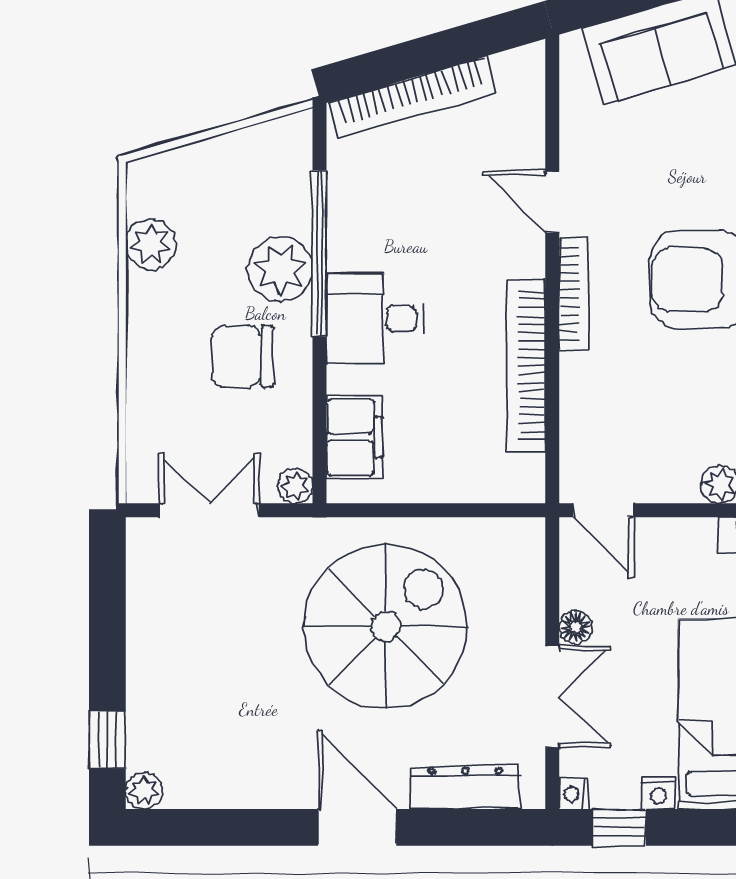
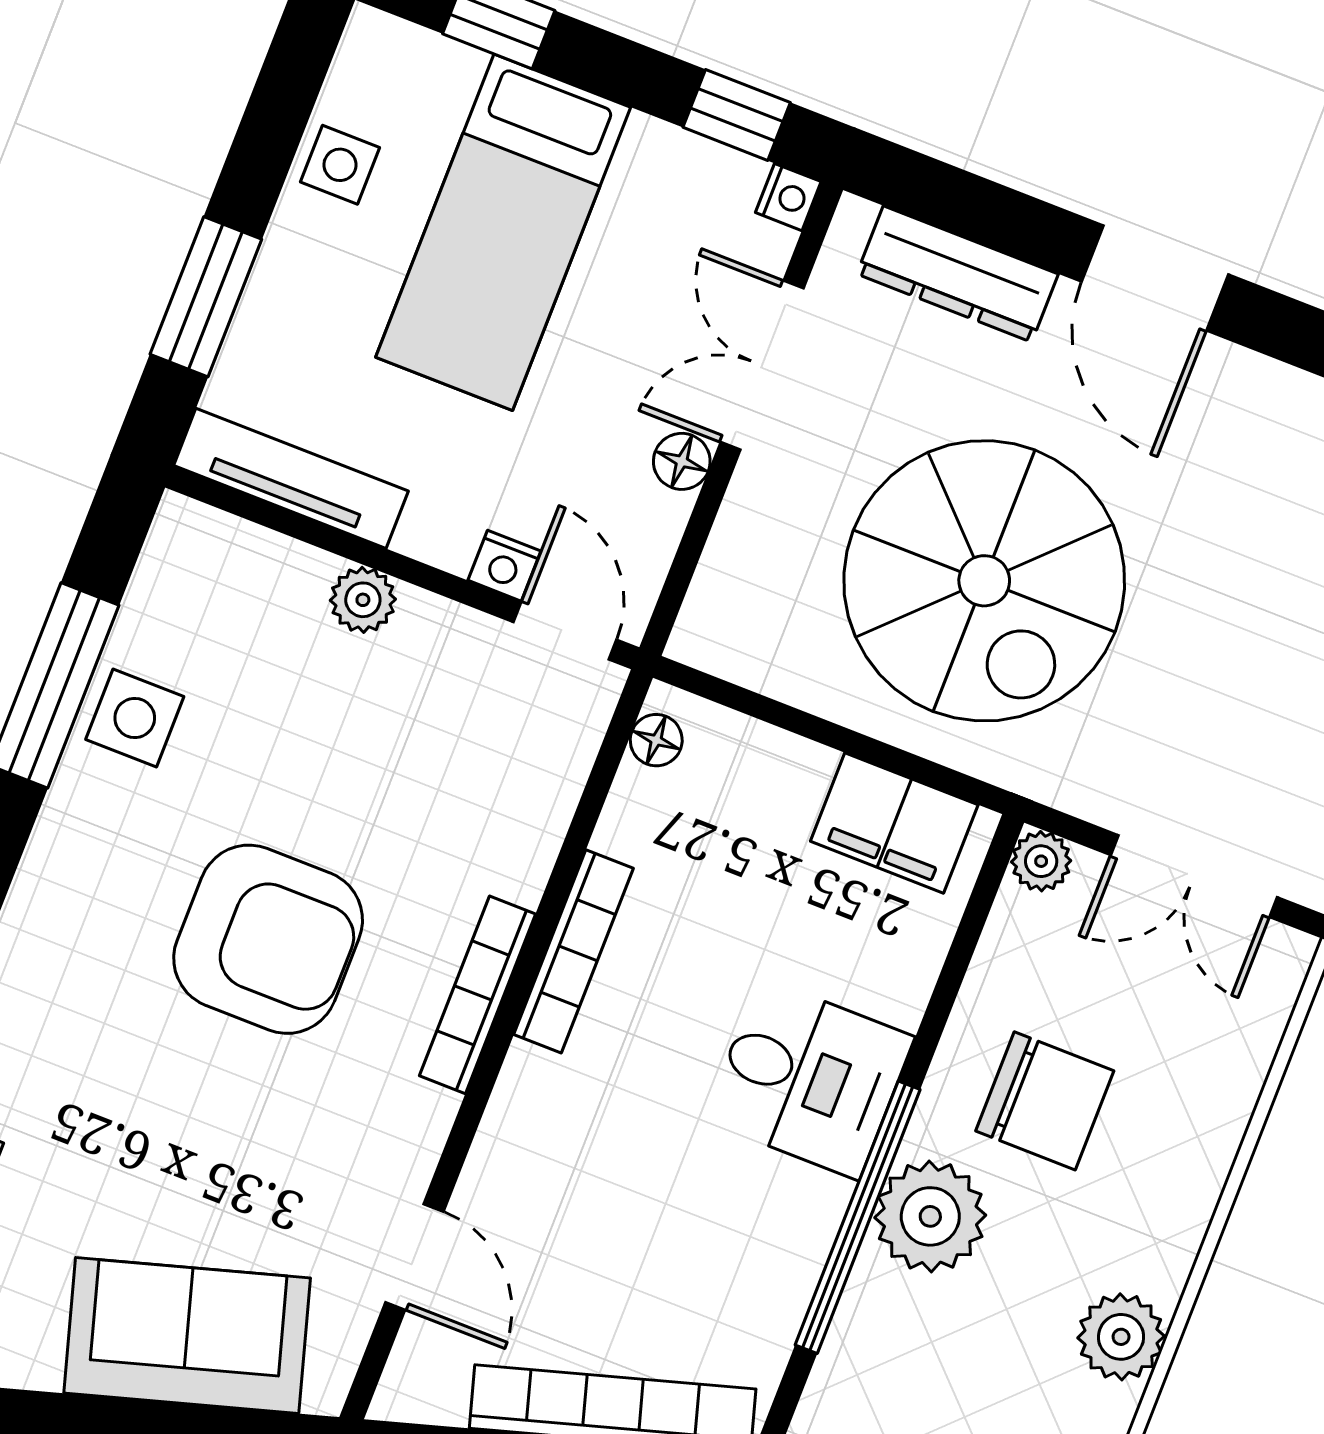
door: (552, 202) -> (414, 1257), moved
bookcase: (526, 366) -> (573, 951), width x0.68, depth x0.76
filing cabinet: (354, 437) -> (894, 823), moved, turned -90
floor lamp: (530, 470) -> (656, 740), added
spiral stairs: (386, 626) -> (984, 581), turned -90
nightstand: (658, 793) -> (504, 566), moved, turned 180

